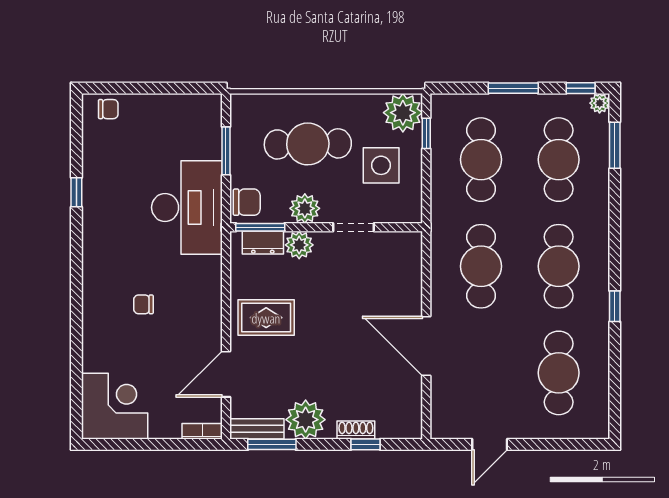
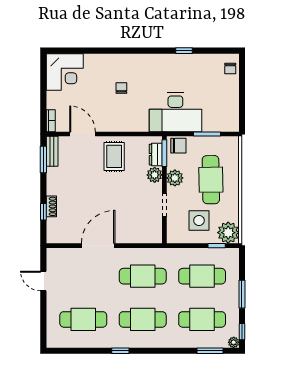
chair: (247, 202) -> (178, 146), turned -90
plant: (306, 420) -> (57, 178), removed

